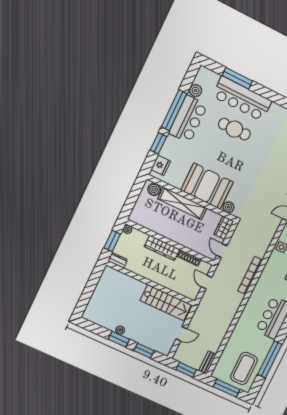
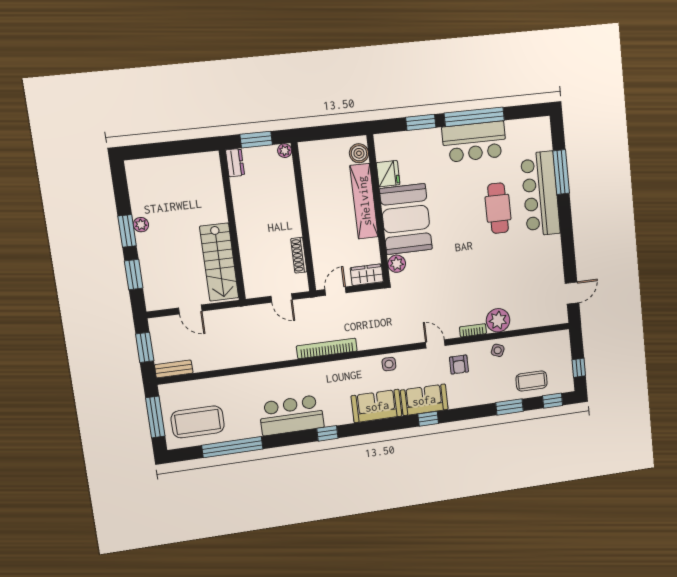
plant: (196, 91) -> (515, 129), removed
fridge: (161, 165) -> (388, 174), moved, turned -90
wardrobe: (162, 248) -> (289, 211), removed
door: (206, 282) -> (282, 298), swing flipped

